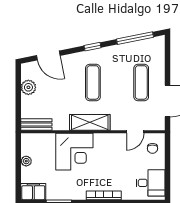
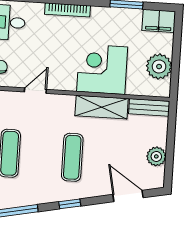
shelving: (90, 122) -> (102, 107), moved
door: (135, 132) -> (35, 91), moved
plant: (26, 161) -> (159, 67), width x1.87, depth x1.87

